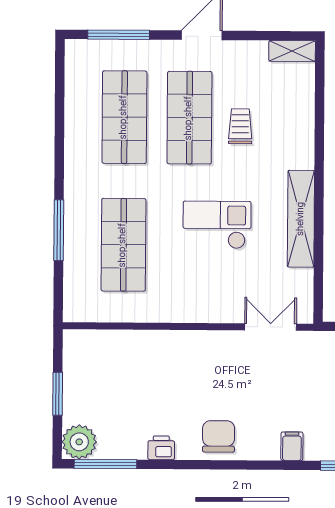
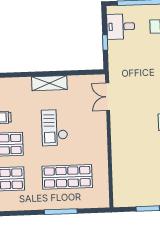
shelving: (301, 219) -> (49, 83), width x0.68

